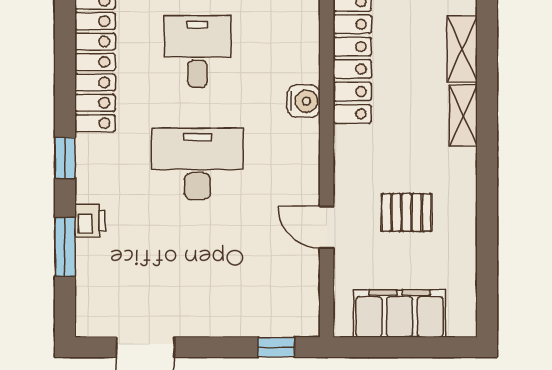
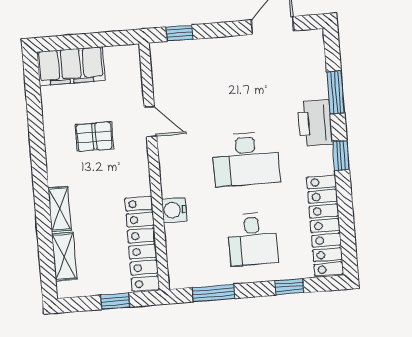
printer: (90, 221) -> (315, 123), width x1.87, depth x1.48
filing cabinet: (400, 314) -> (71, 66), moved

